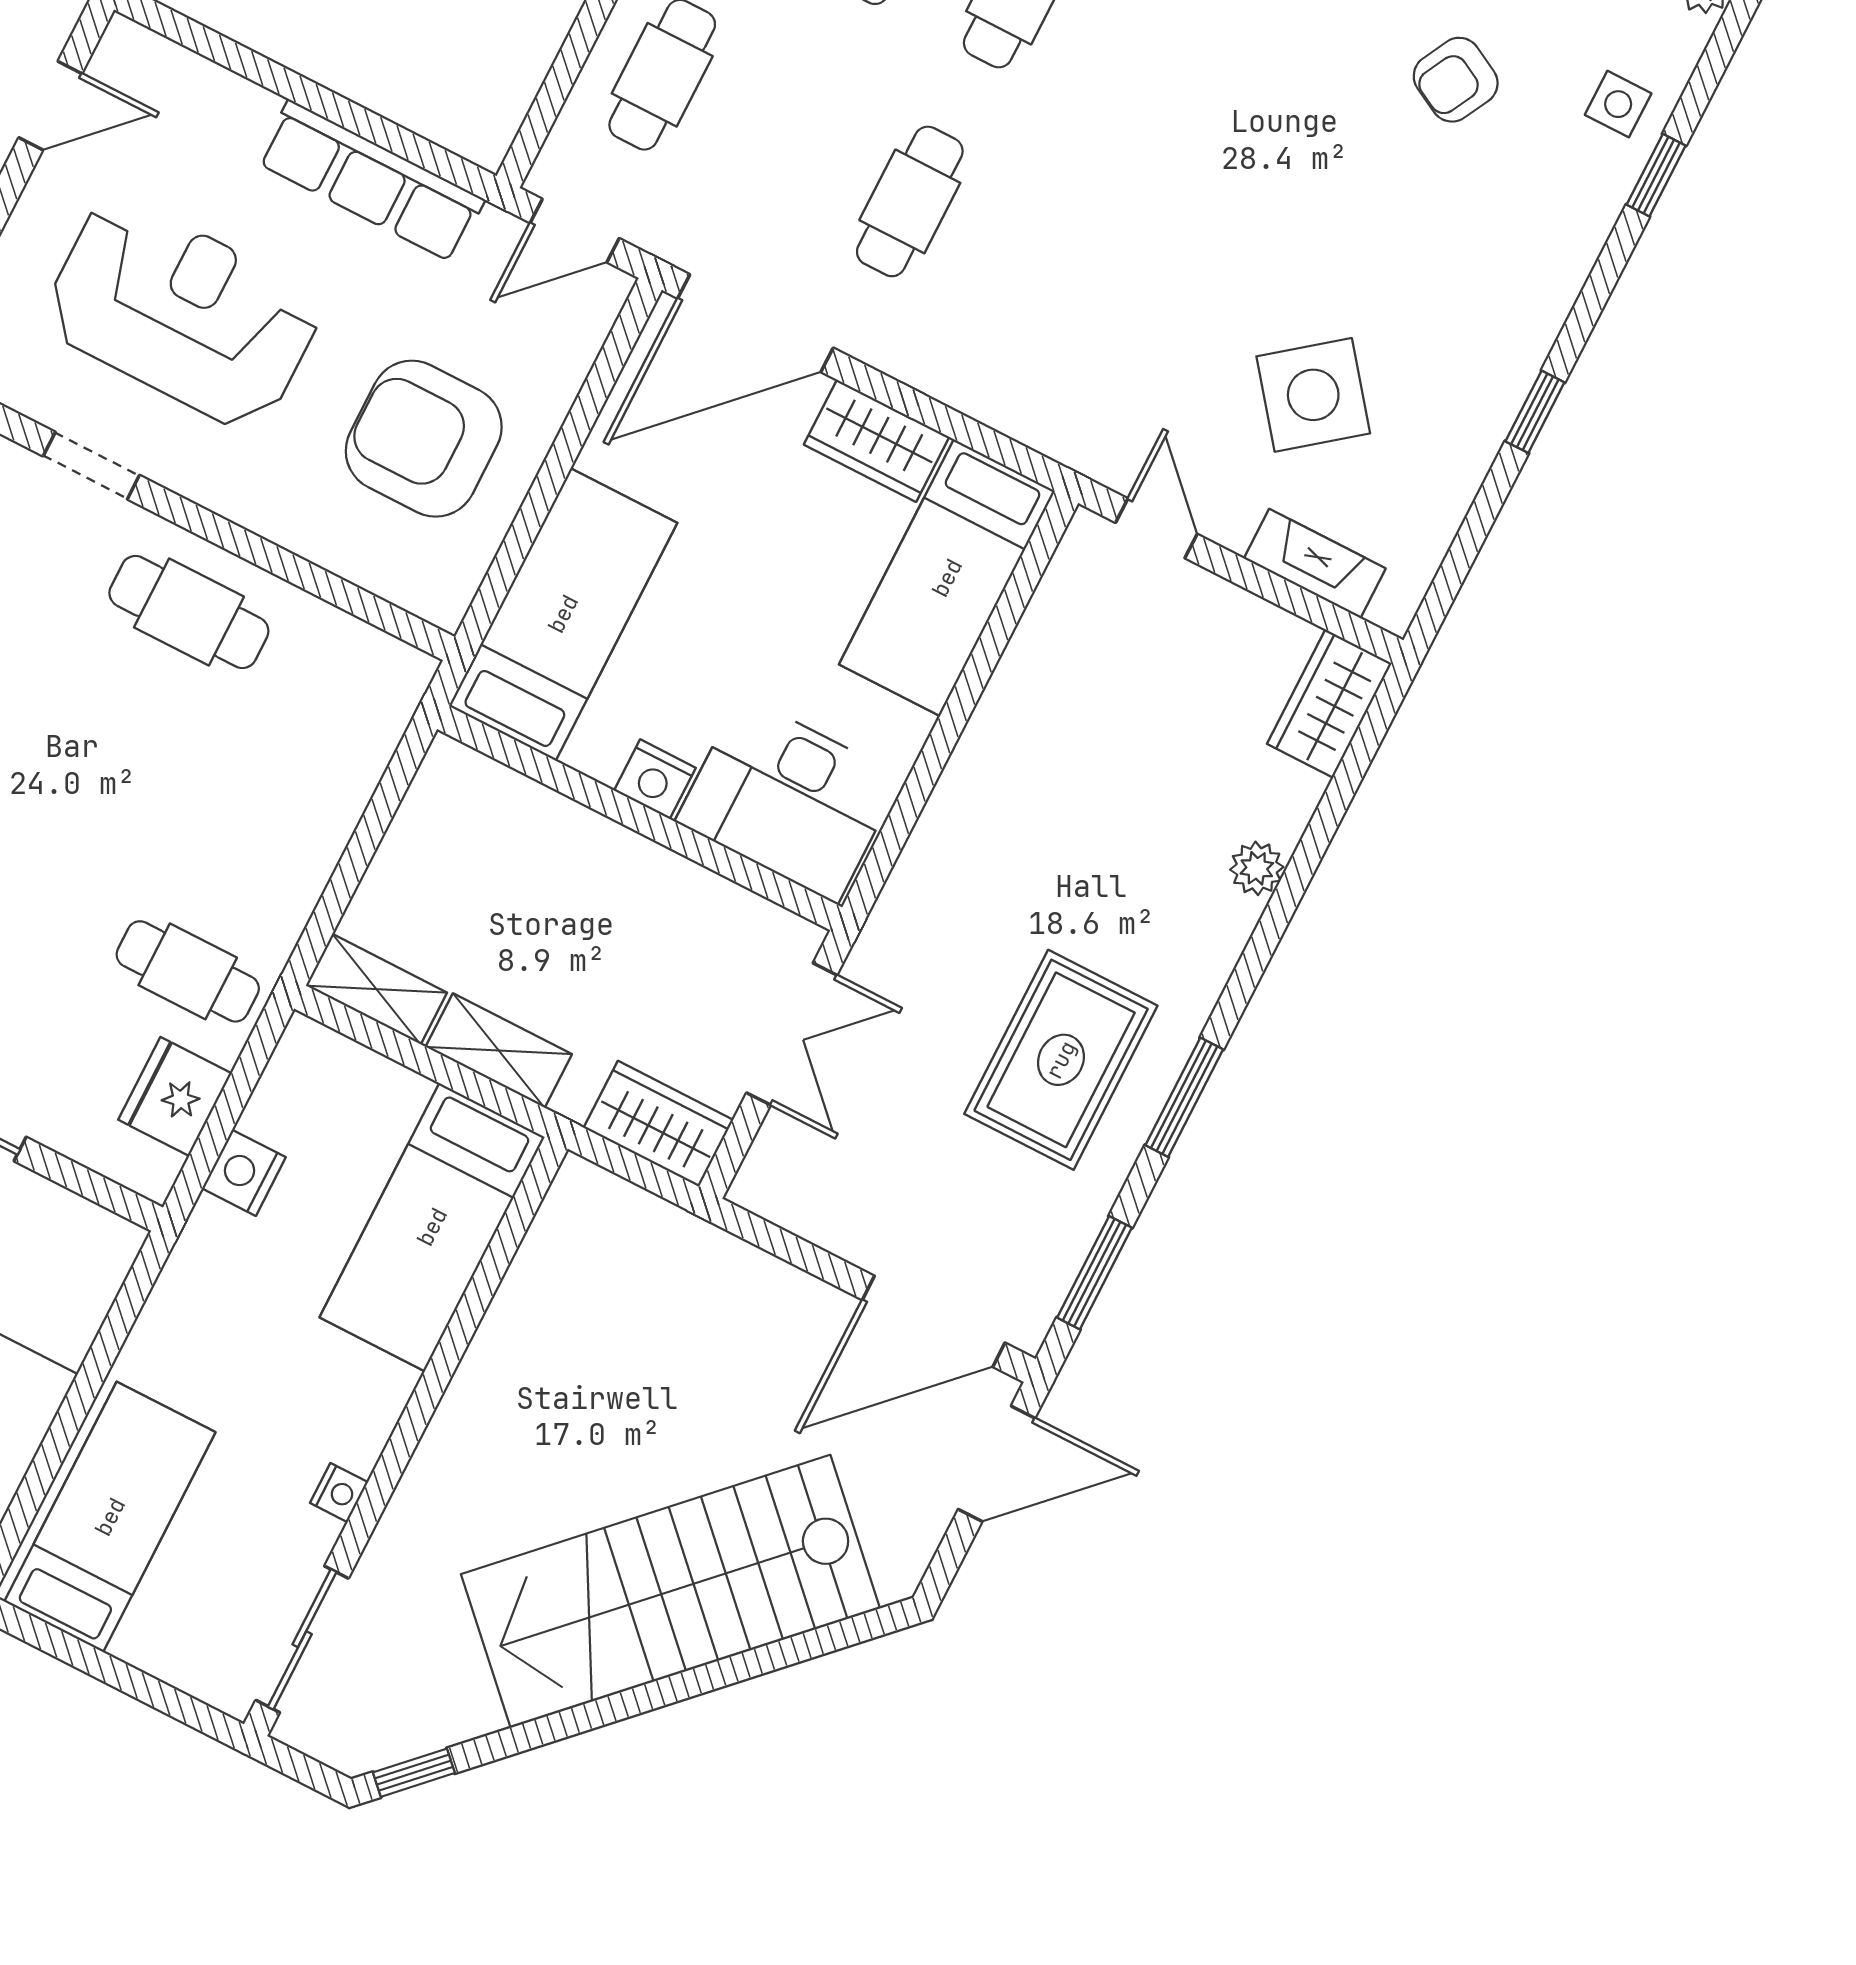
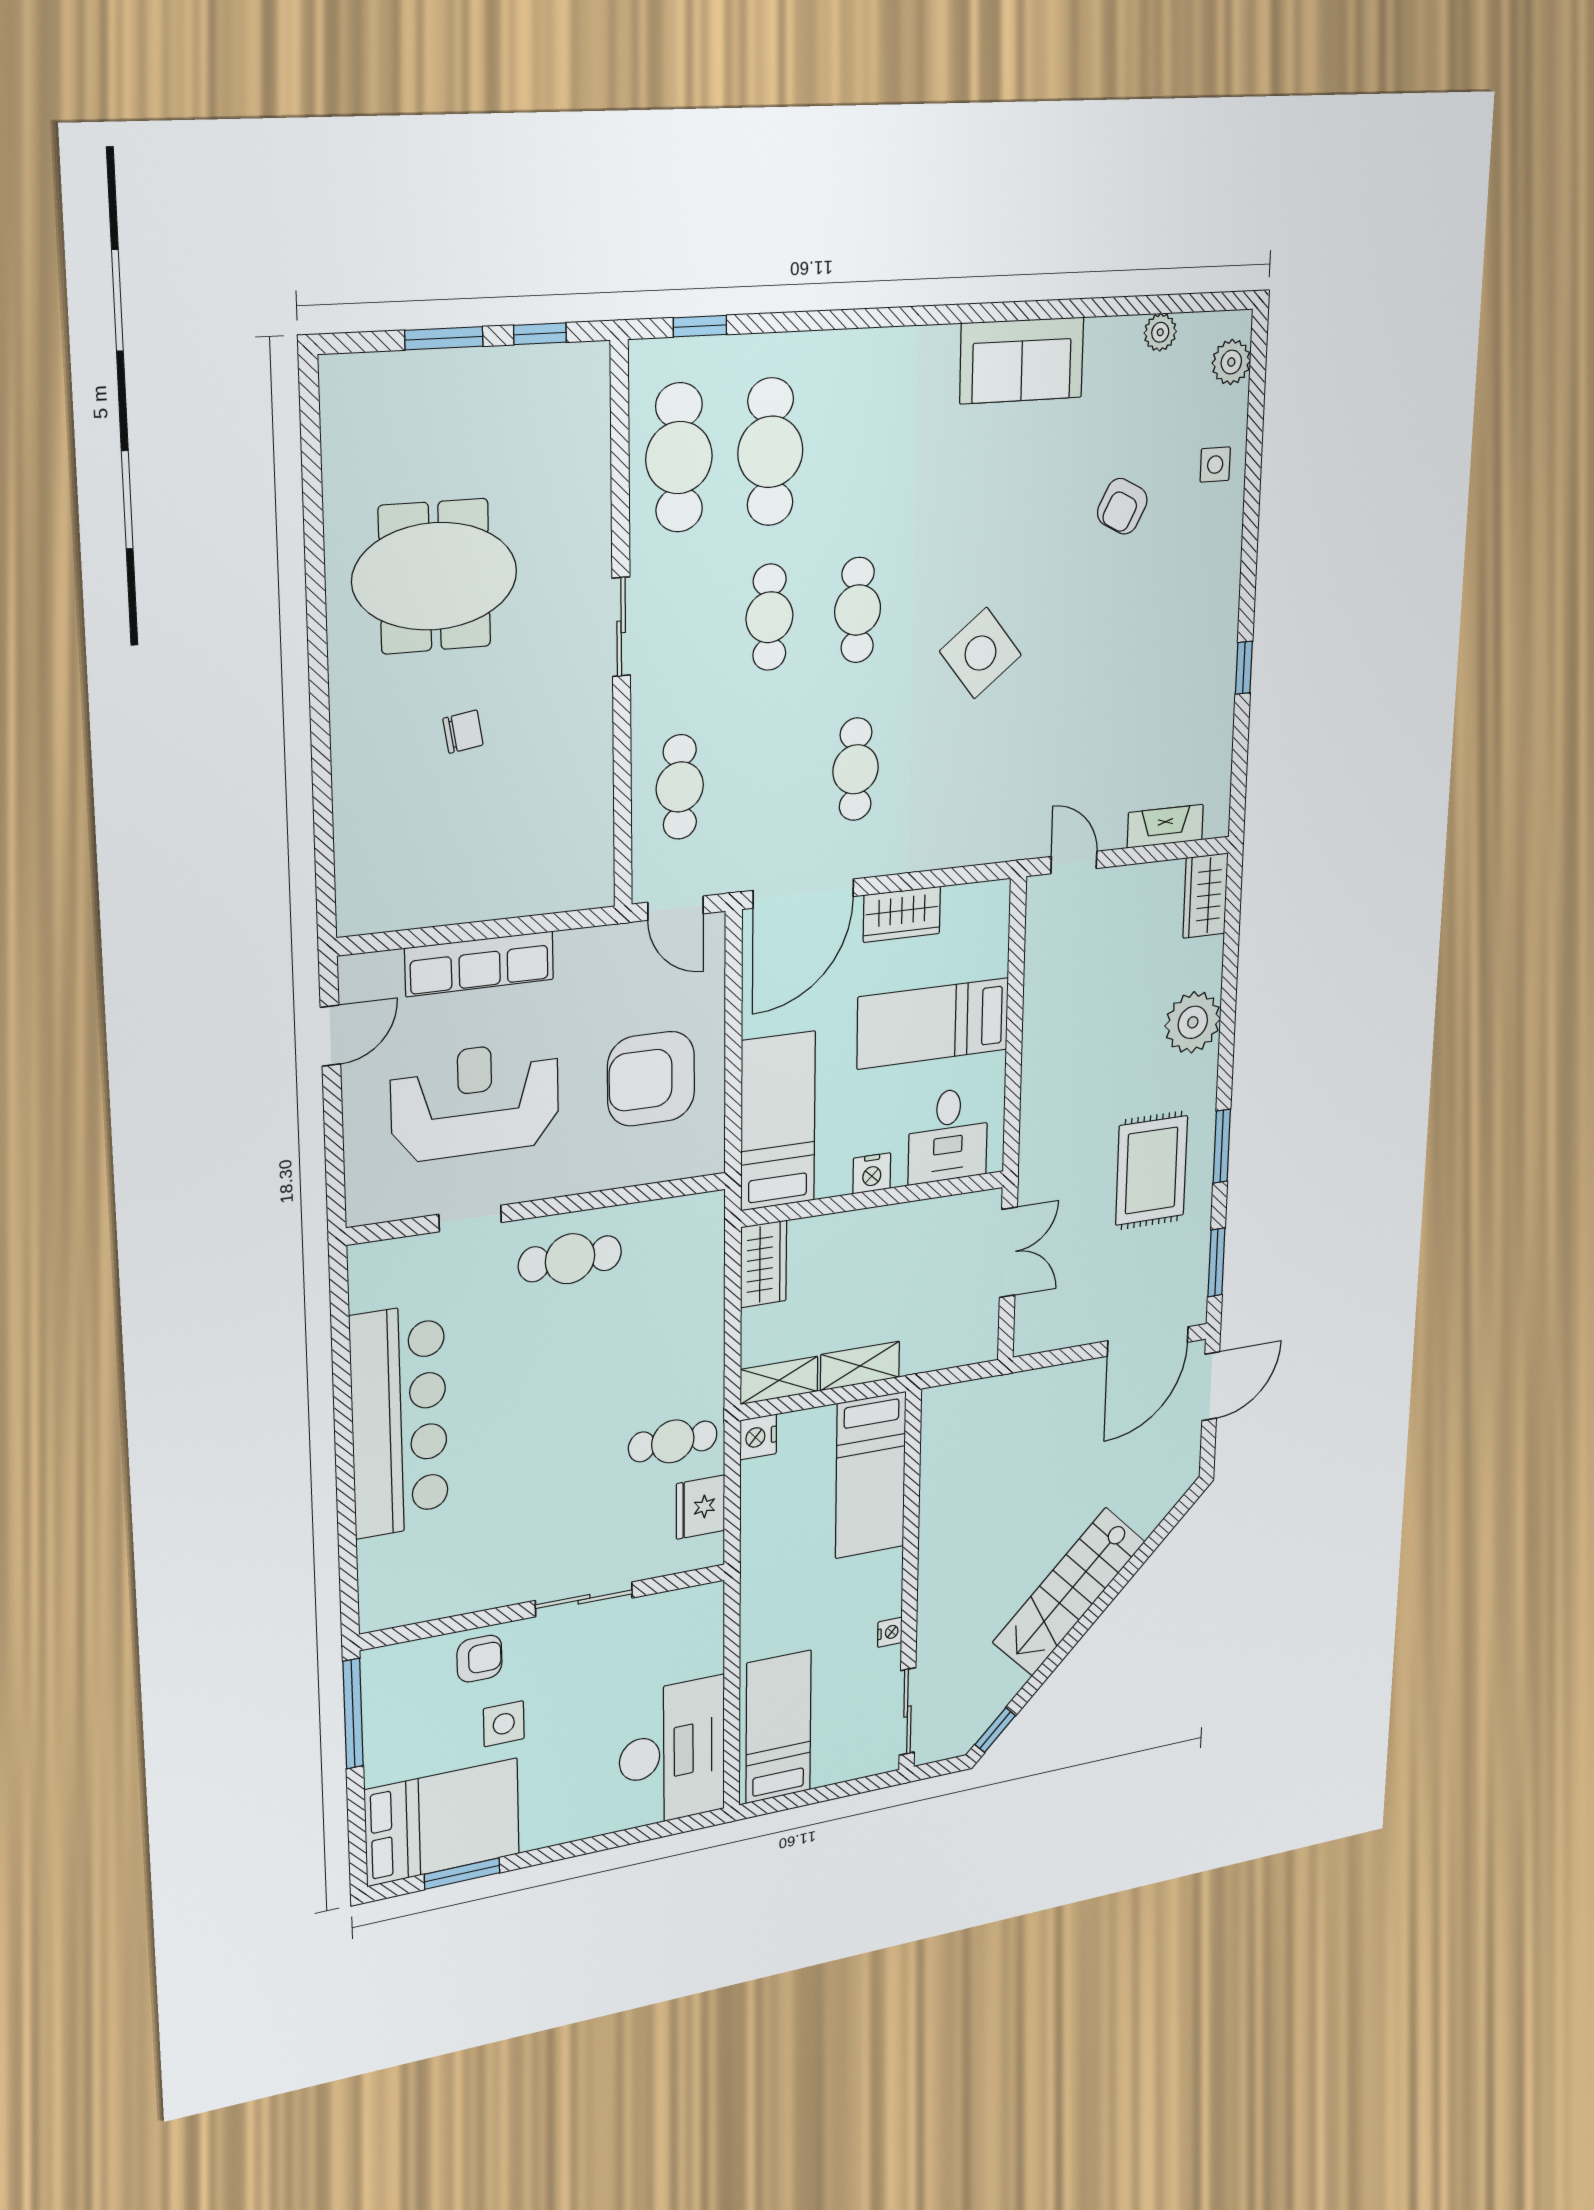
window: (1656, 175) -> (1252, 493), removed
row of seats: (371, 181) -> (479, 964), moved
door: (575, 231) -> (676, 908), hinge flipped
side table: (1313, 395) -> (980, 653), moved
bed: (947, 578) -> (933, 1023), moved, turned 90
desk: (789, 799) -> (948, 1135), width x0.73
plant: (1257, 868) -> (1193, 1022), width x1.87, depth x1.87
wardrobe: (658, 1124) -> (764, 1264), moved, turned 90
nightstand: (244, 1173) -> (758, 1437), moved
stairs: (670, 1591) -> (1069, 1592), width x0.73, depth x0.66

